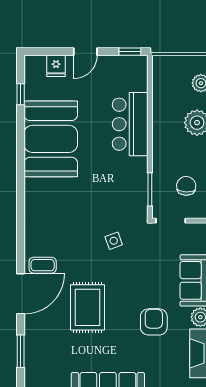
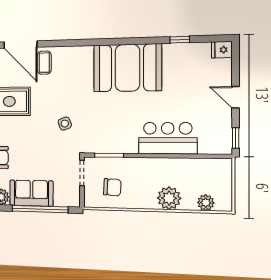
fridge: (56, 66) -> (222, 50), moved
window: (21, 94) -> (180, 40), moved
booth: (51, 139) -> (127, 68), moved

